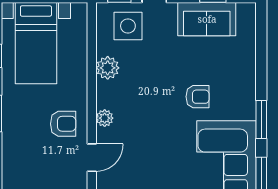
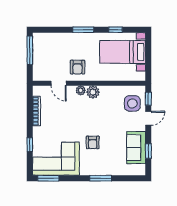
plant: (108, 68) -> (93, 92), moved
window: (261, 120) -> (101, 178), moved

